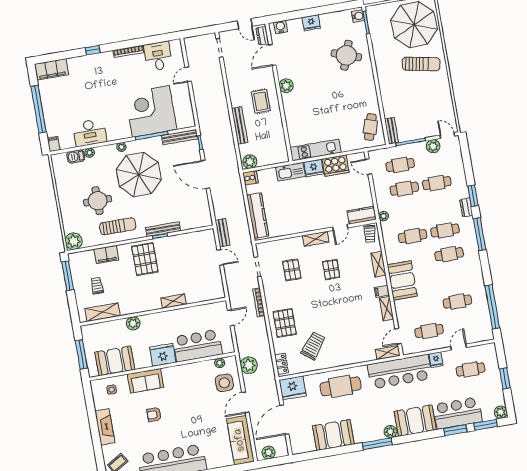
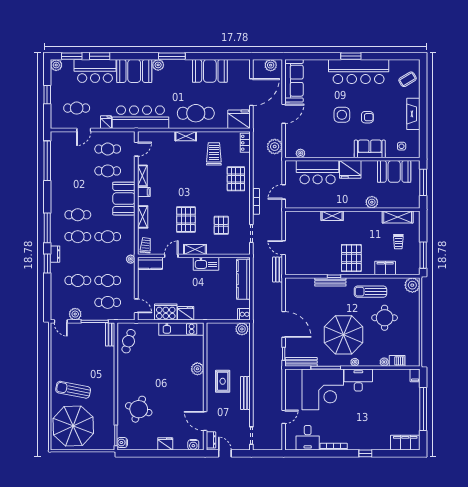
door: (272, 55) -> (205, 421), swing flipped
plant: (286, 86) -> (197, 369), moved
bench: (240, 125) -> (245, 393), moved
desk: (90, 133) -> (358, 380), moved
kitchen sink: (290, 172) -> (206, 264), moved, turned 180
pallet: (331, 270) -> (186, 219), width x1.50, depth x1.42
cafe table: (457, 302) -> (108, 171), moved
trolley: (313, 346) -> (214, 154), turned 142
shelving: (388, 353) -> (186, 136), moved
side table: (224, 383) -> (342, 115), moved

